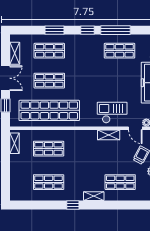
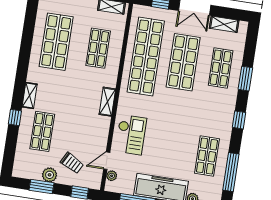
window: (116, 30) -> (231, 172), moved
shop shelf: (49, 81) -> (183, 62), width x1.43, depth x1.36
shelving: (109, 135) -> (107, 102), moved
shop shelf: (49, 182) -> (56, 42), width x1.43, depth x1.36
window: (73, 205) -> (15, 117), moved

